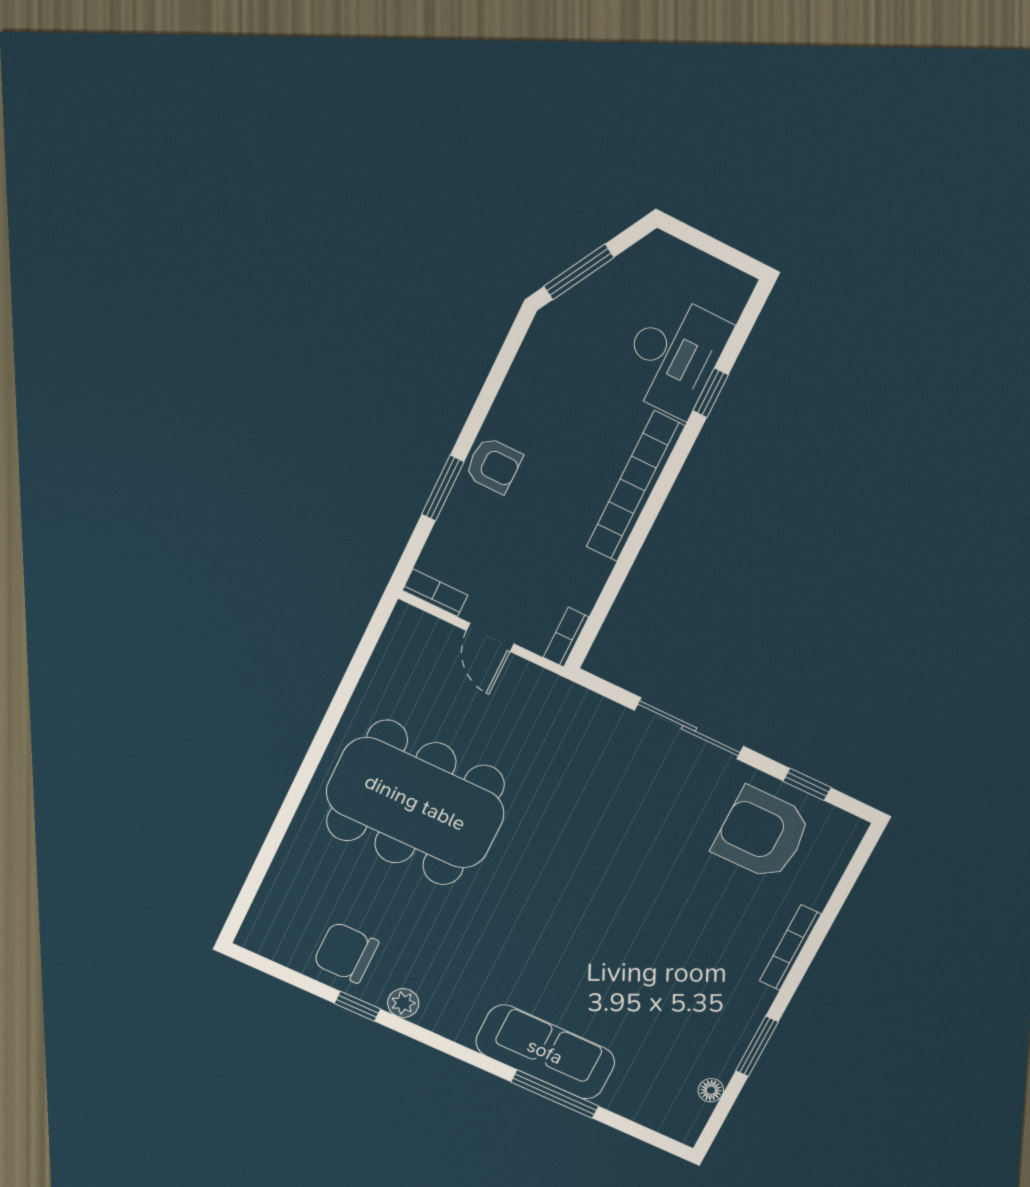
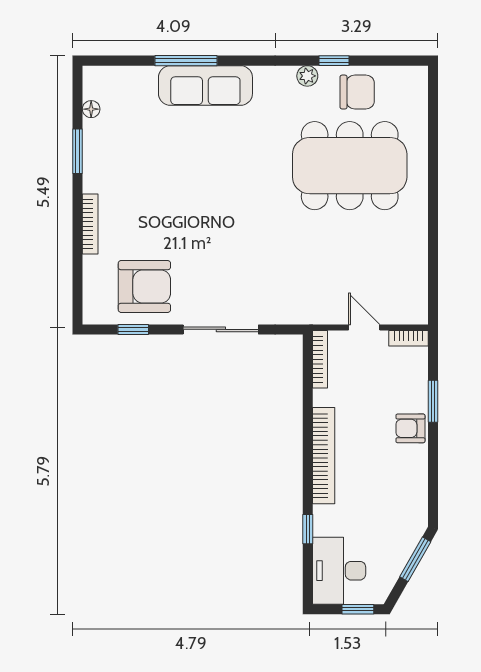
window: (698, 239) -> (358, 609), added
desk: (674, 356) -> (339, 571), moved
bookcase: (566, 637) -> (320, 359), width x1.56
dining table: (415, 803) -> (350, 166), moved

